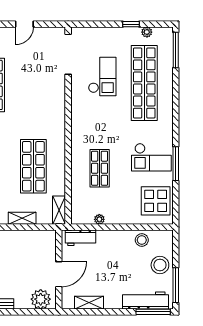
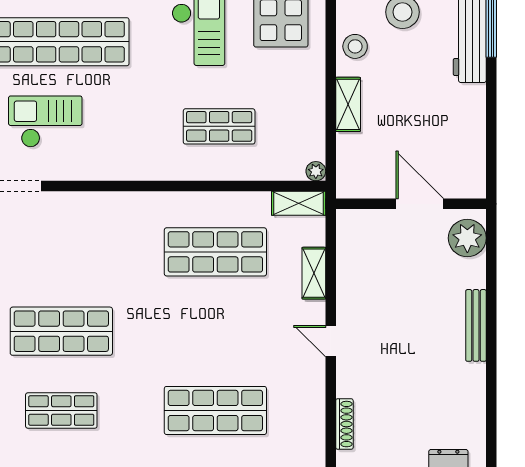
plant: (99, 219) -> (316, 171), moved
workbench: (81, 238) -> (351, 162), removed
shelving: (89, 303) -> (348, 104), moved

